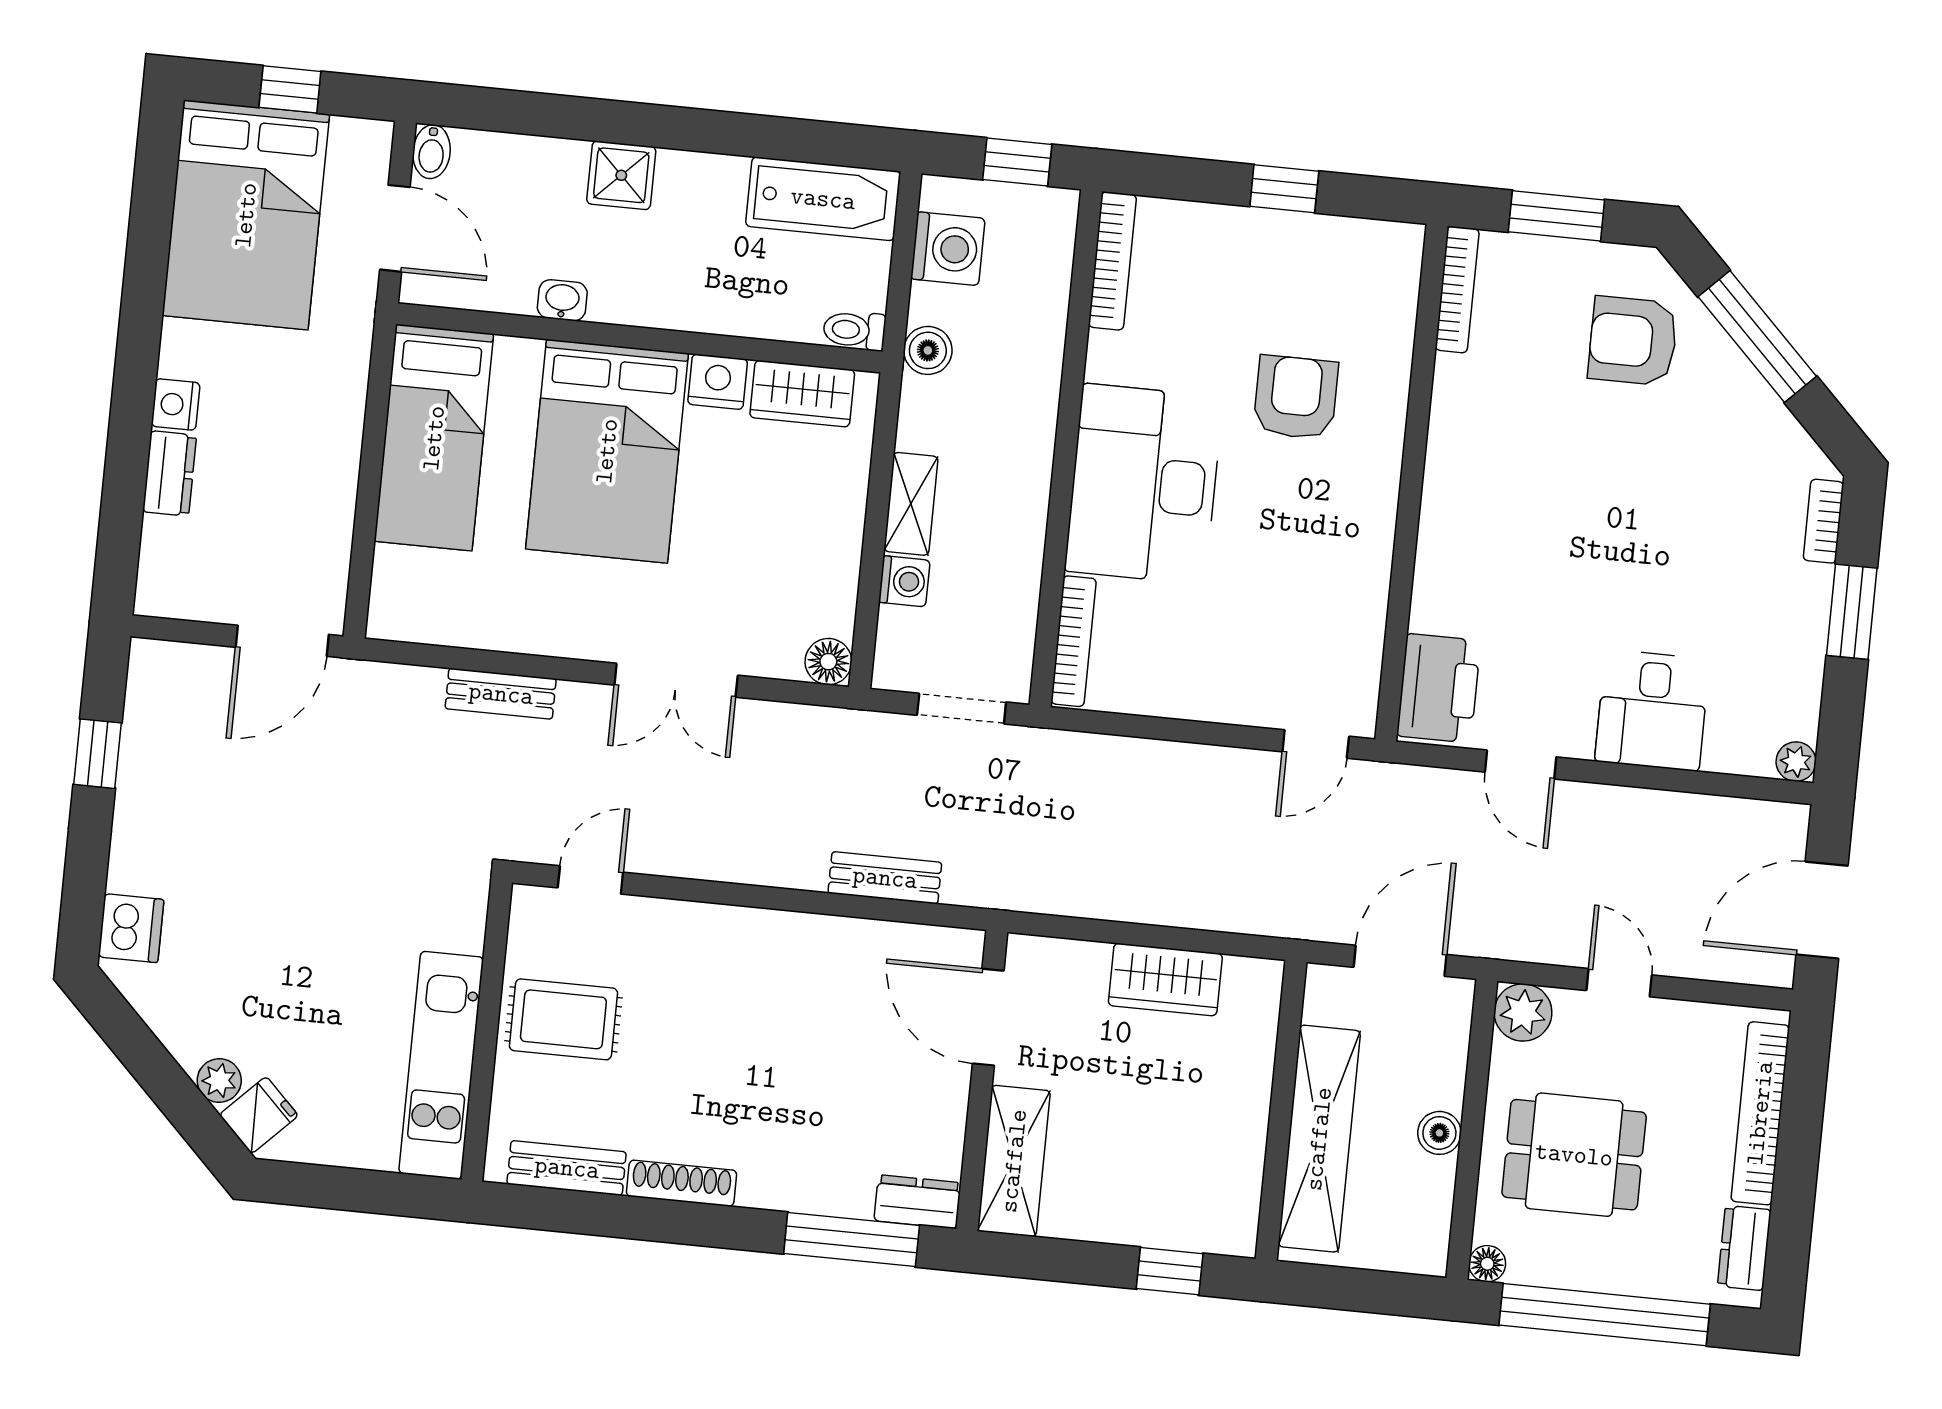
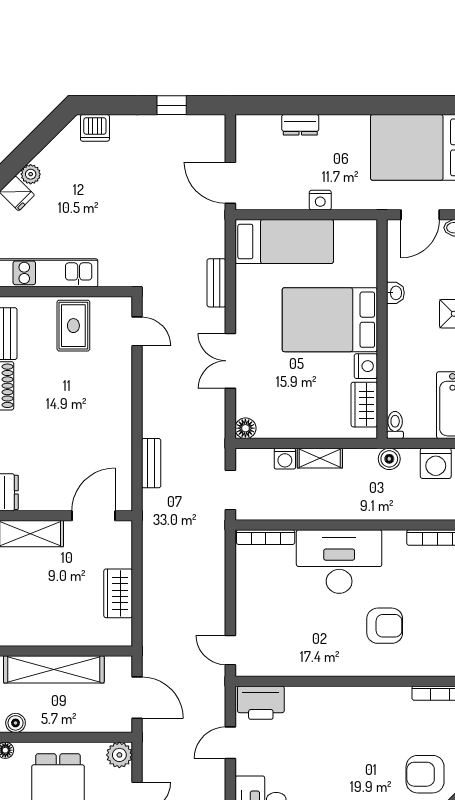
armchair: (1633, 341) -> (425, 774), turned -90
nightstand: (176, 404) -> (320, 200), moved, turned 180
bed: (434, 438) -> (284, 242), moved, turned 180
boiler: (1439, 1133) -> (16, 723), moved

